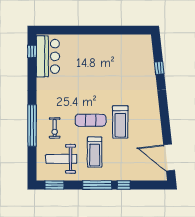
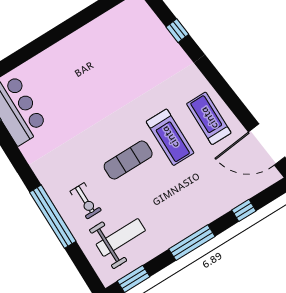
treadmill: (95, 152) -> (209, 118), moved, turned 180
weight bench: (61, 159) -> (121, 237), turned 180
window: (124, 185) -> (244, 210), moved

